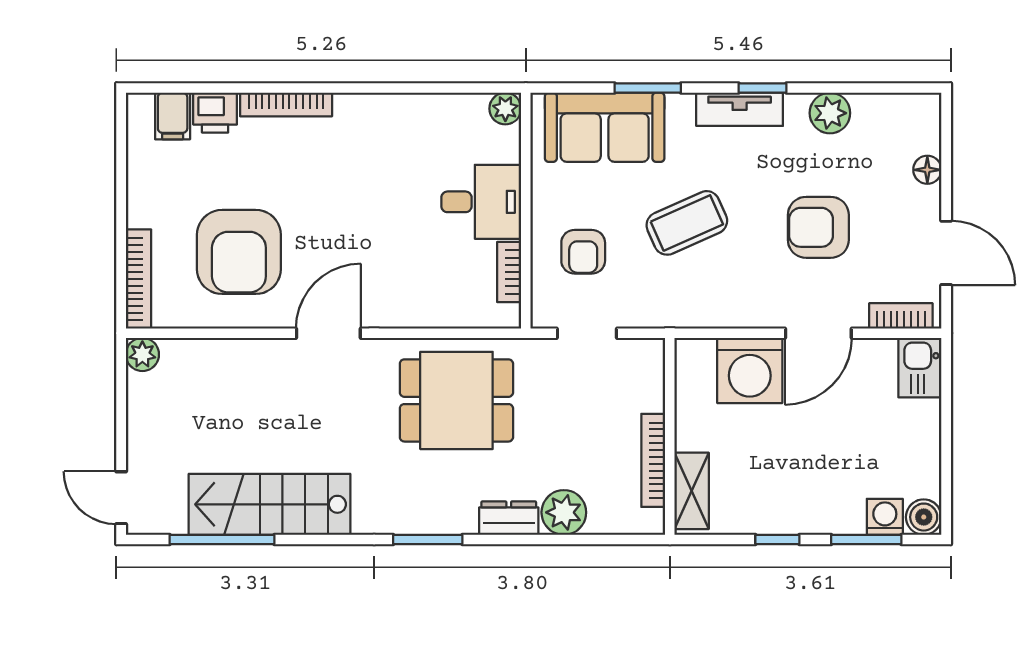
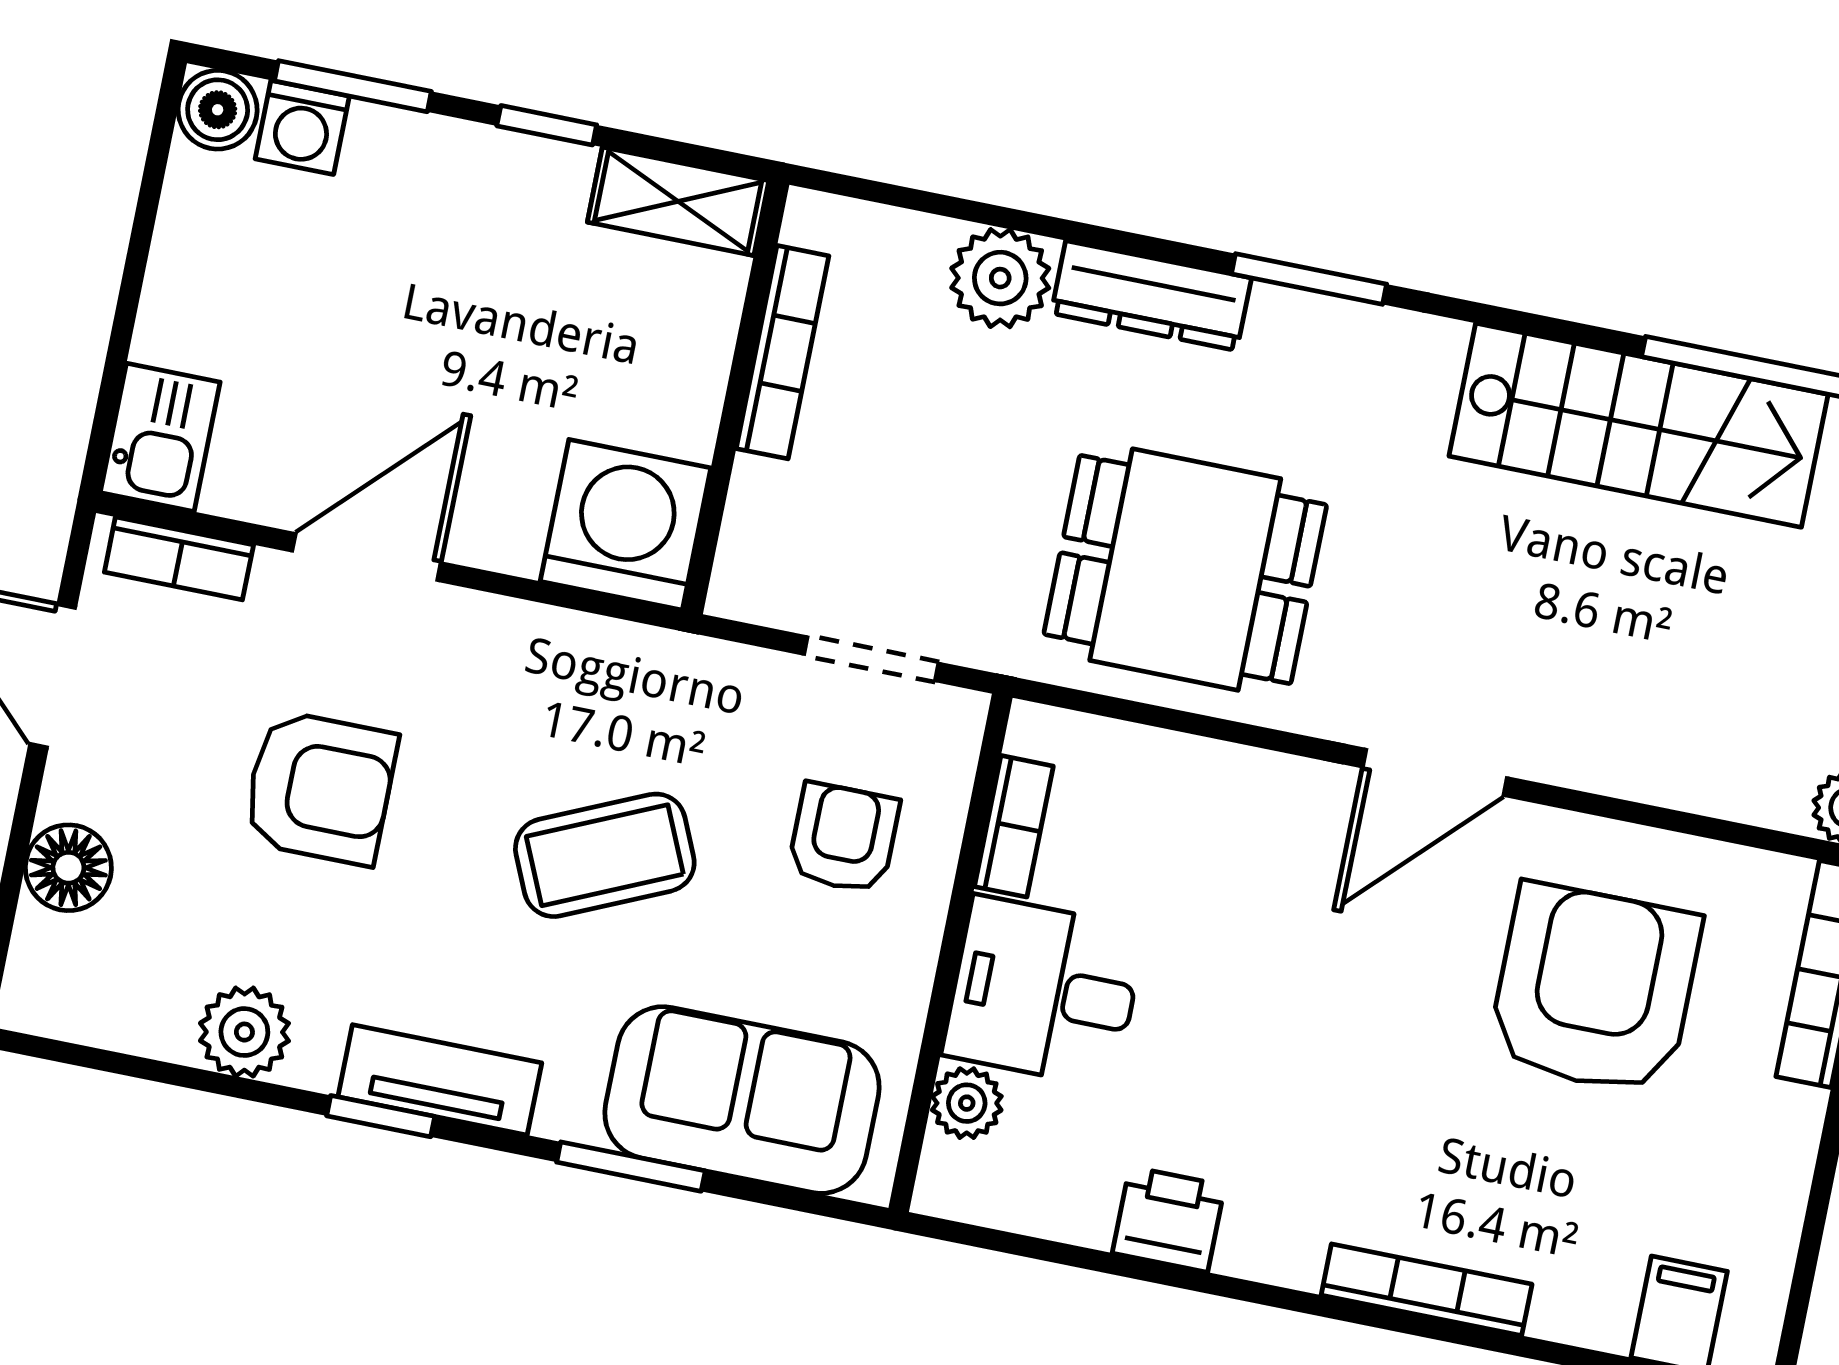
plant: (505, 109) -> (967, 1103), moved
printer: (215, 113) -> (1169, 1219), moved
floor lamp: (927, 170) -> (68, 868), width x1.37, depth x1.37
washing machine: (750, 370) -> (626, 525), moved
shelving: (692, 491) -> (678, 201), moved, turned 90
dresser: (509, 518) -> (1151, 296), width x1.44

